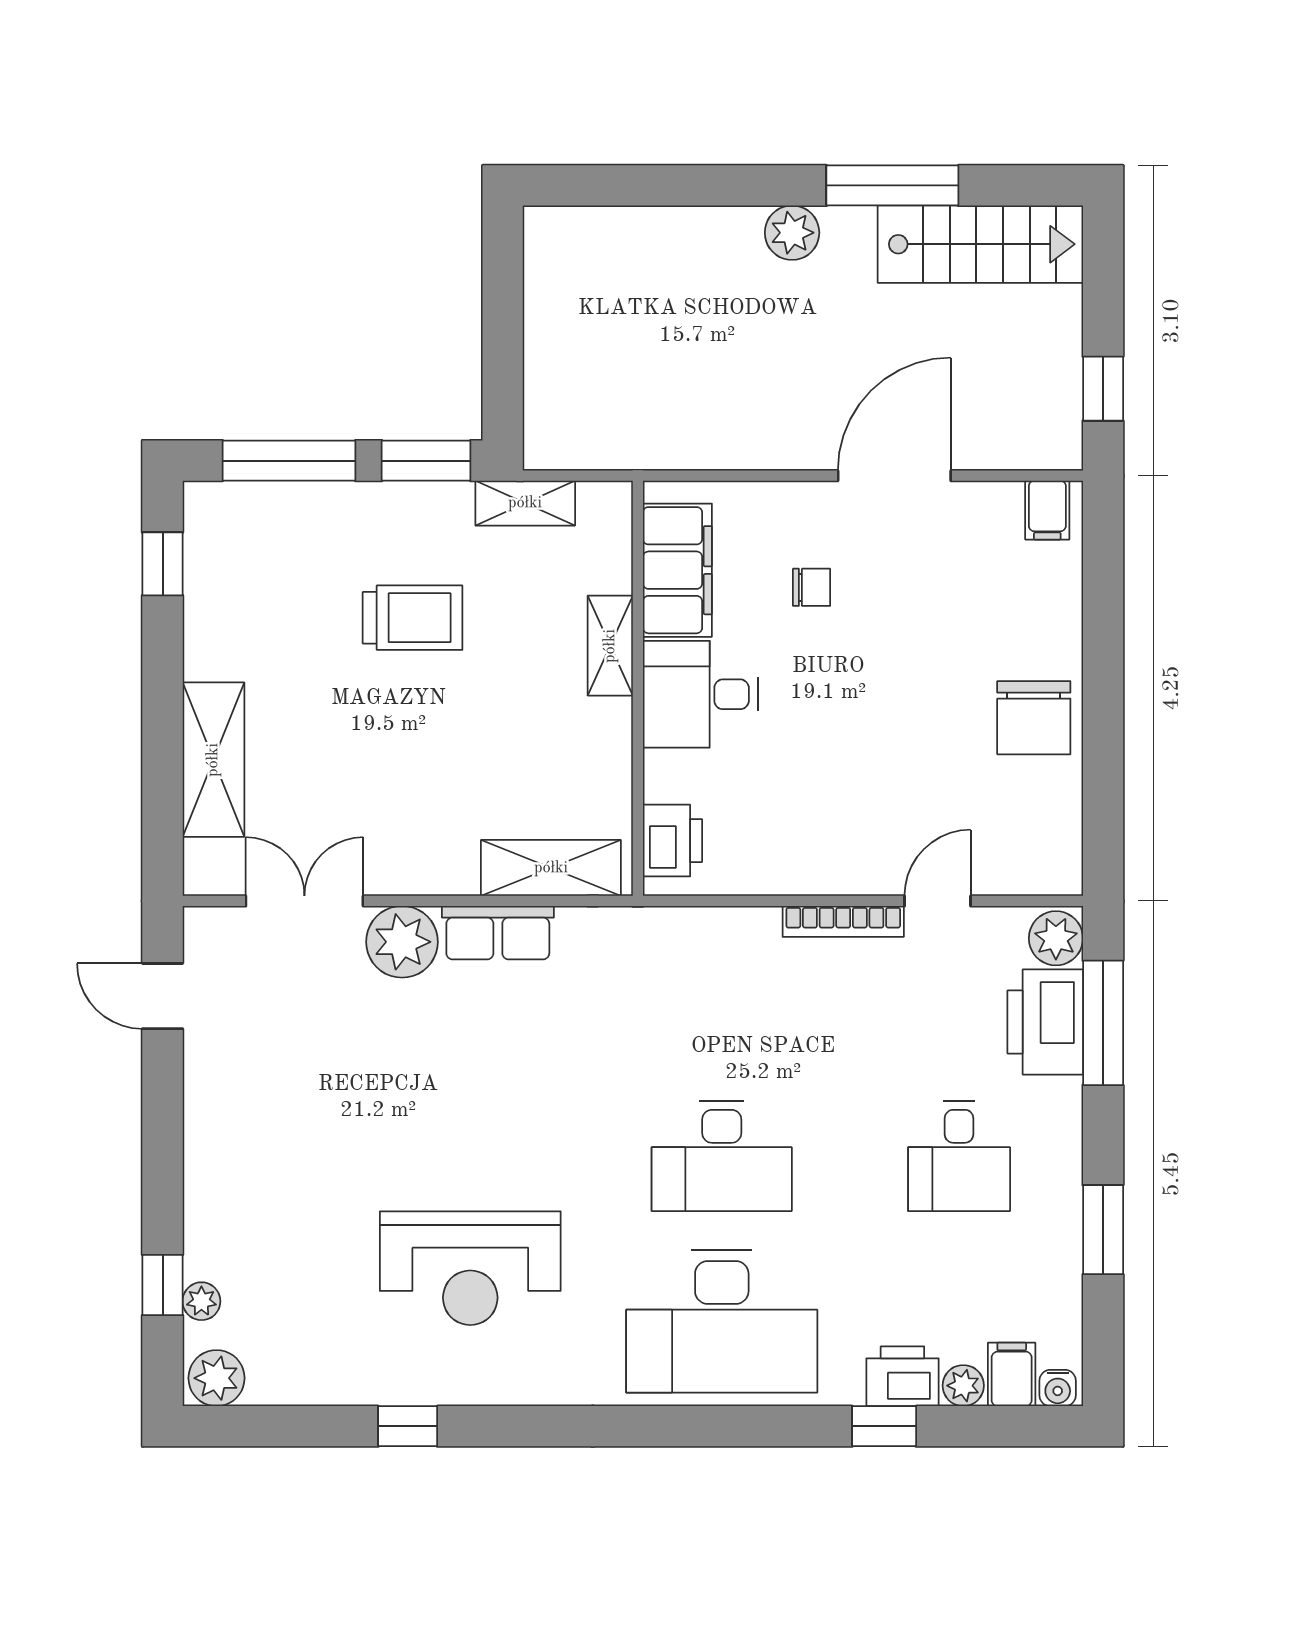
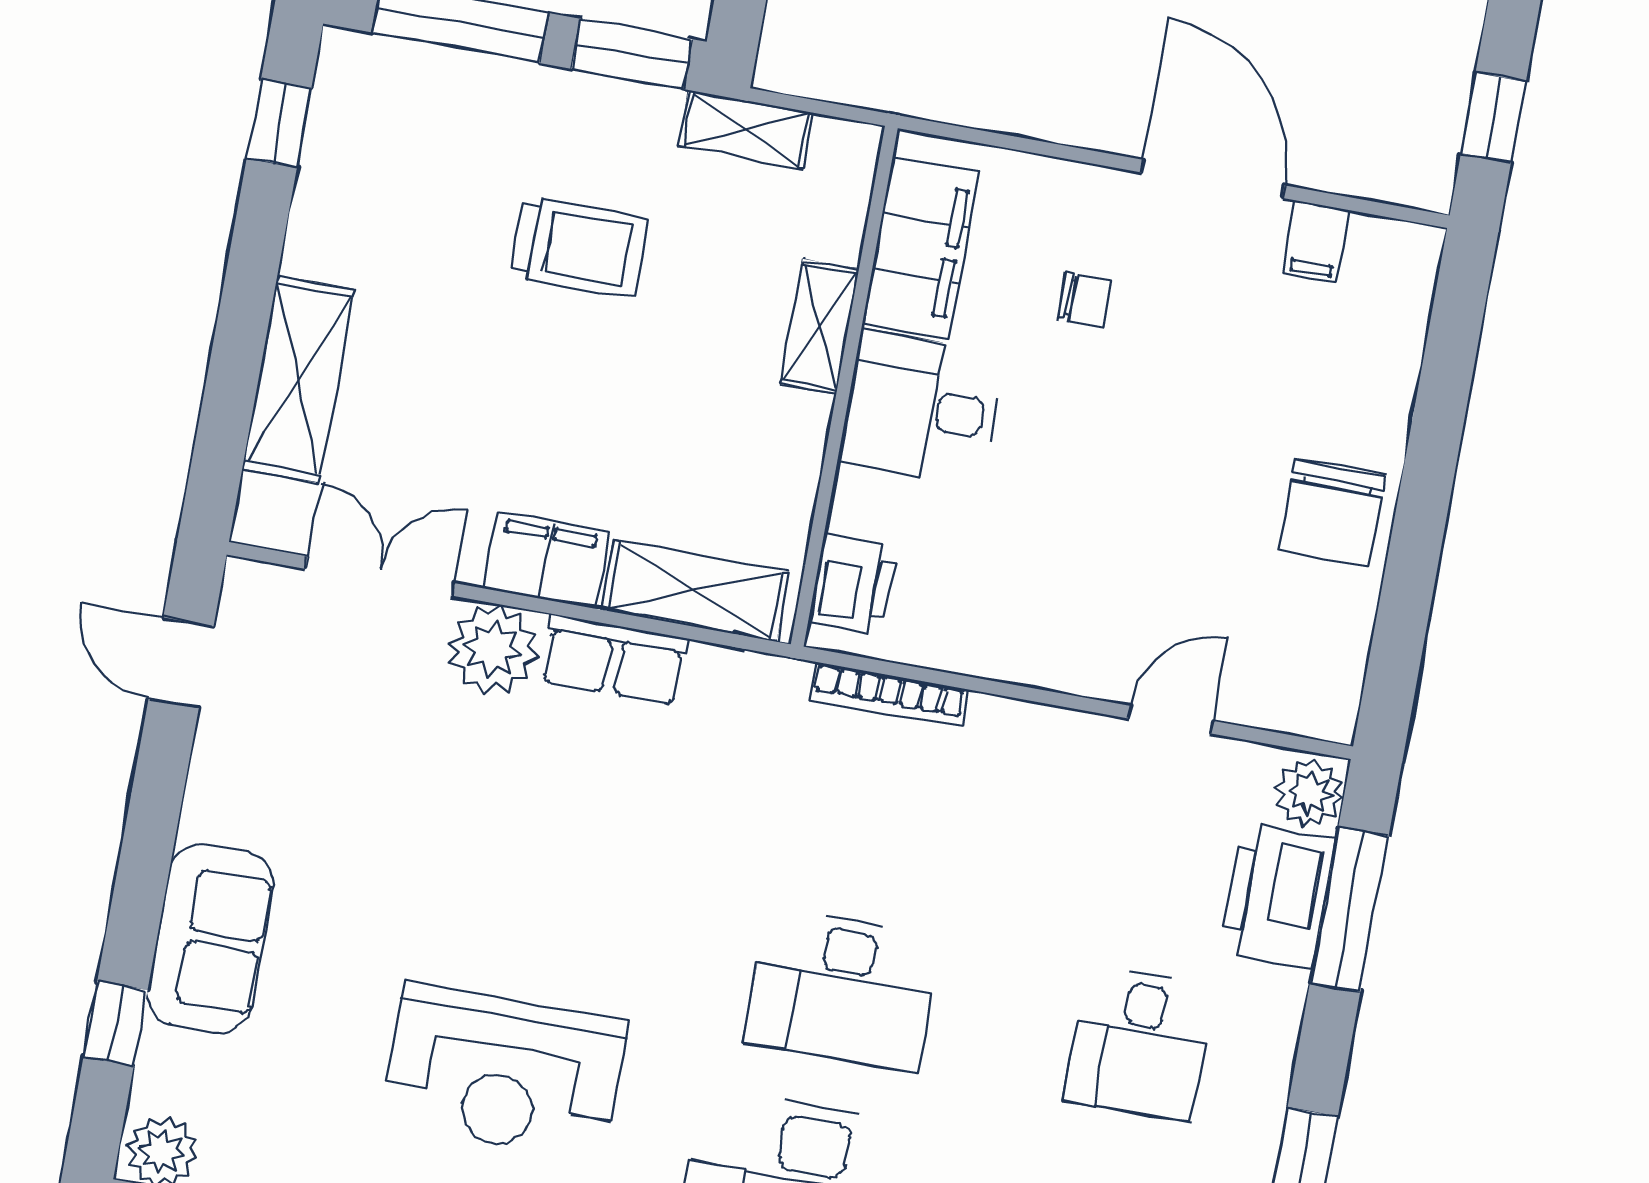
door: (894, 476) -> (1213, 179), hinge flipped
filing cabinet: (1047, 510) -> (1316, 242), moved
filing cabinet: (431, 865) -> (546, 560), added
bookcase: (843, 921) -> (889, 695), moved
sofa: (224, 1206) -> (210, 939), added
plant: (201, 1301) -> (160, 1052), removed

